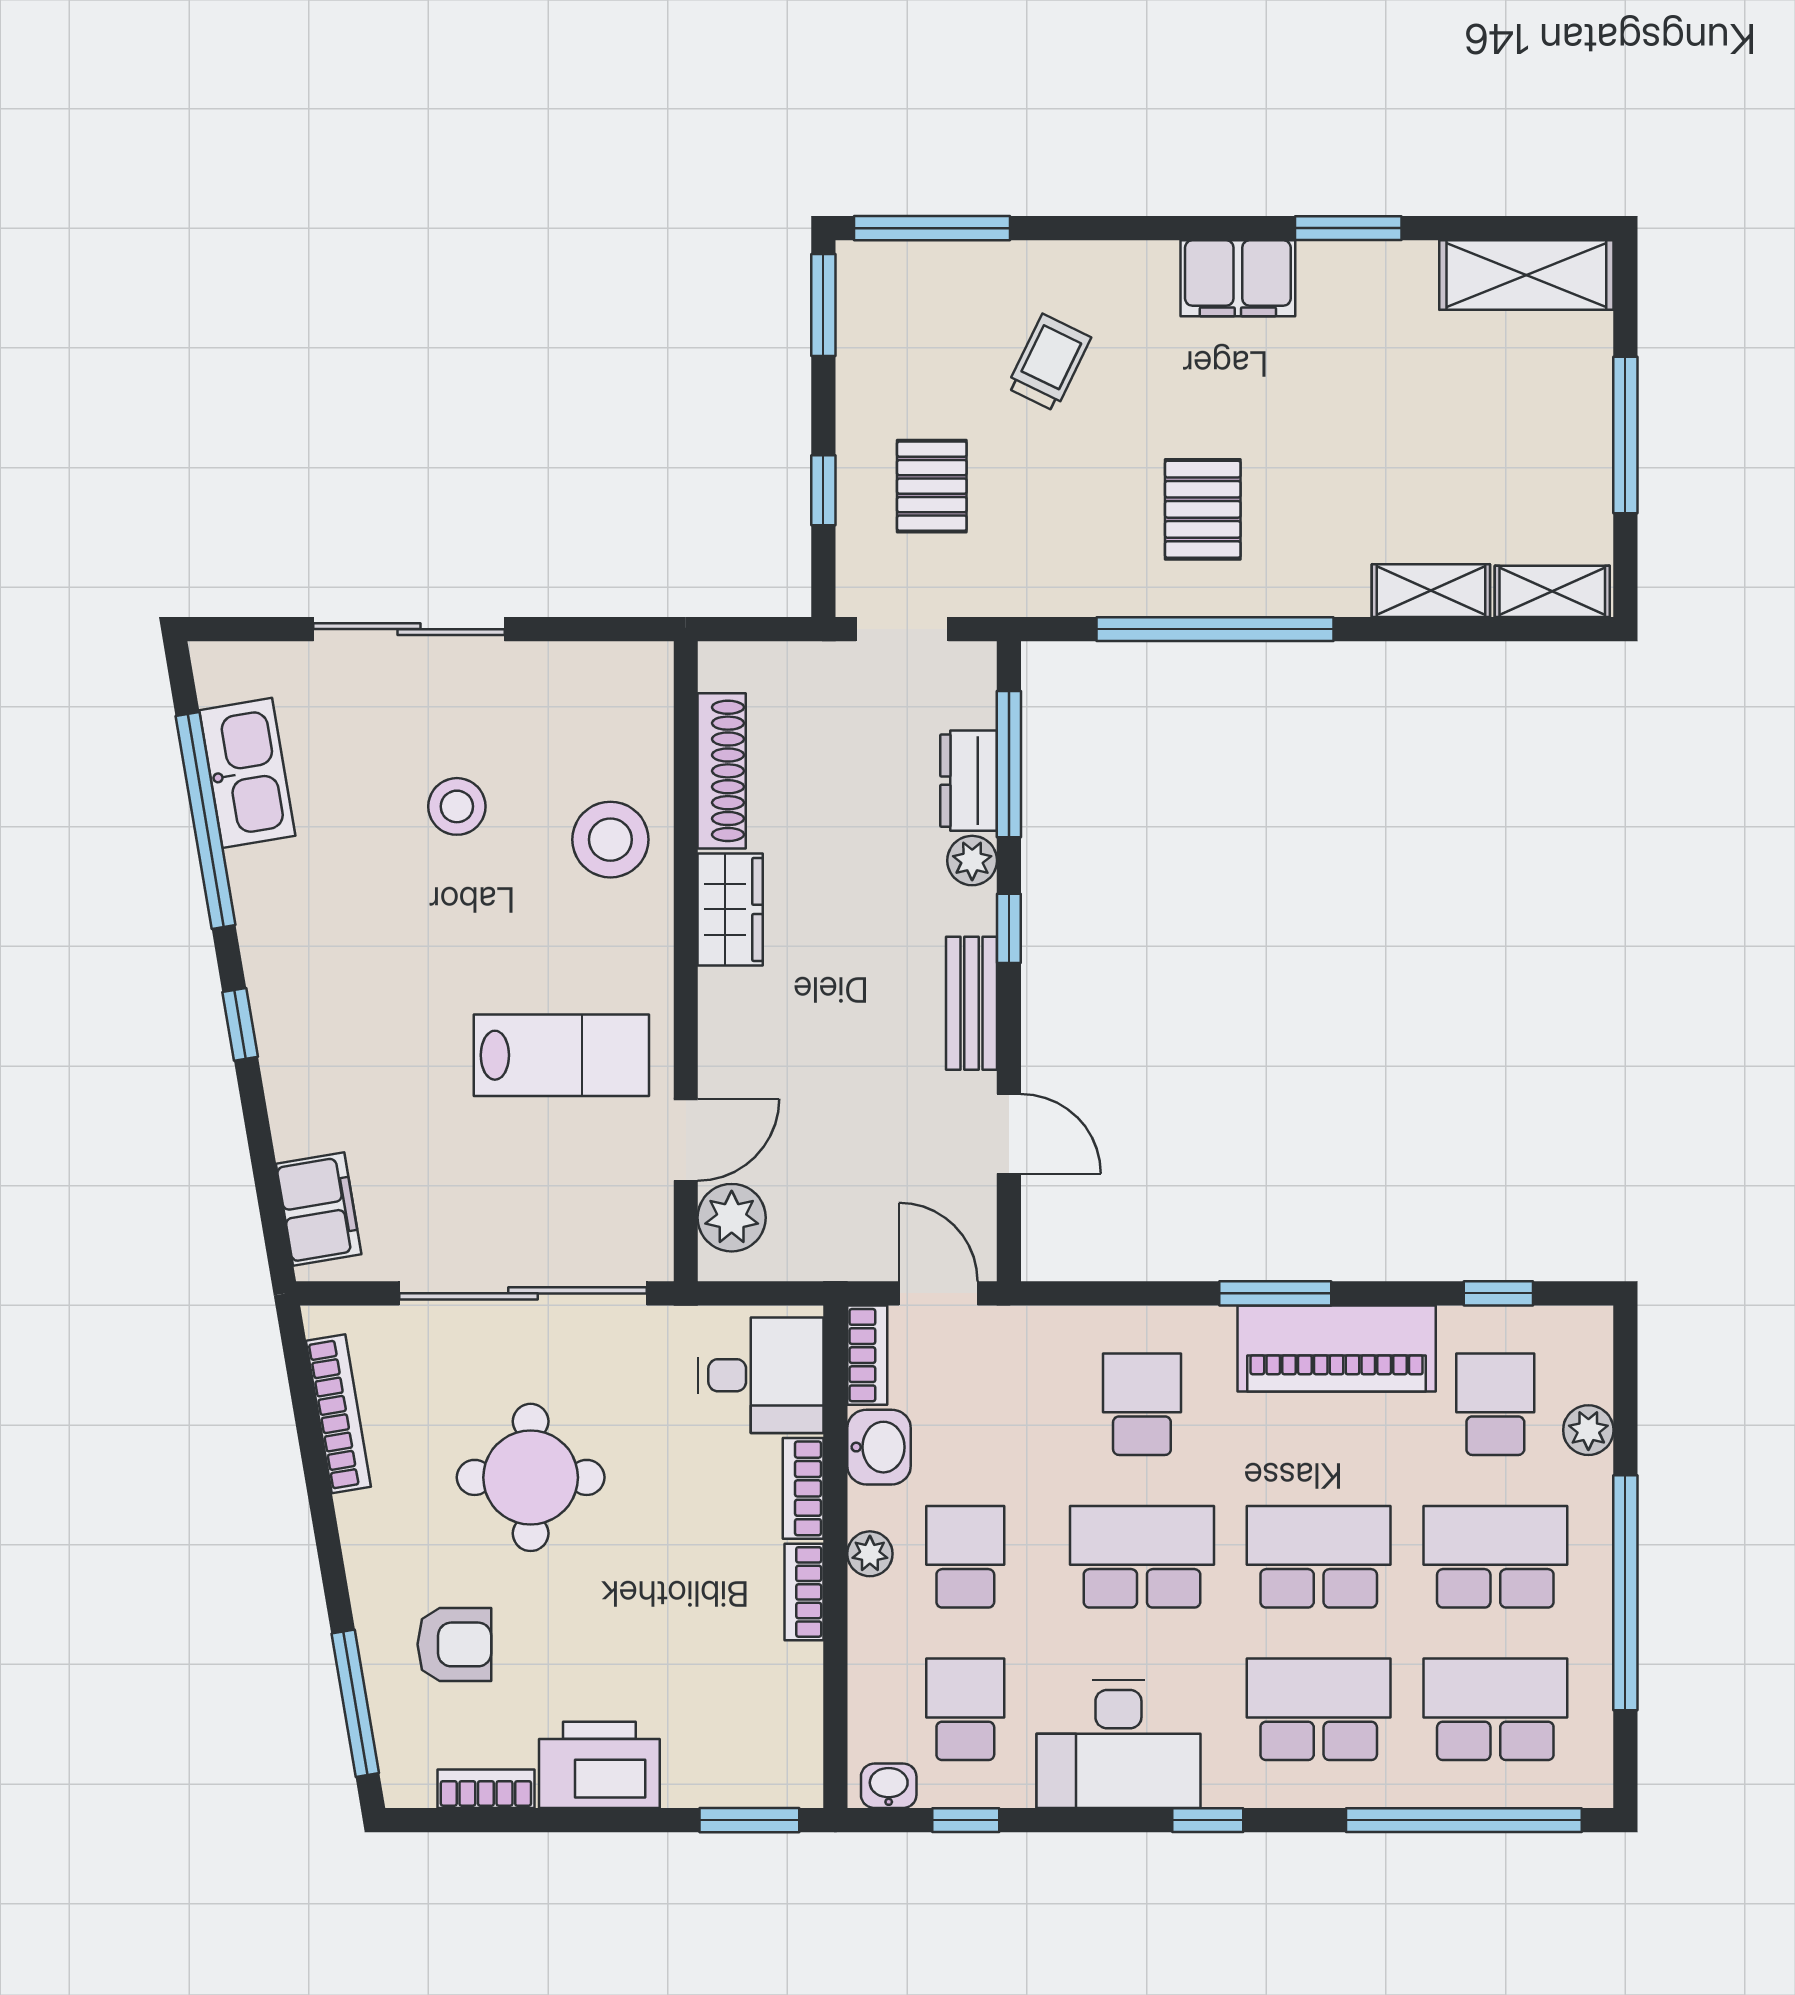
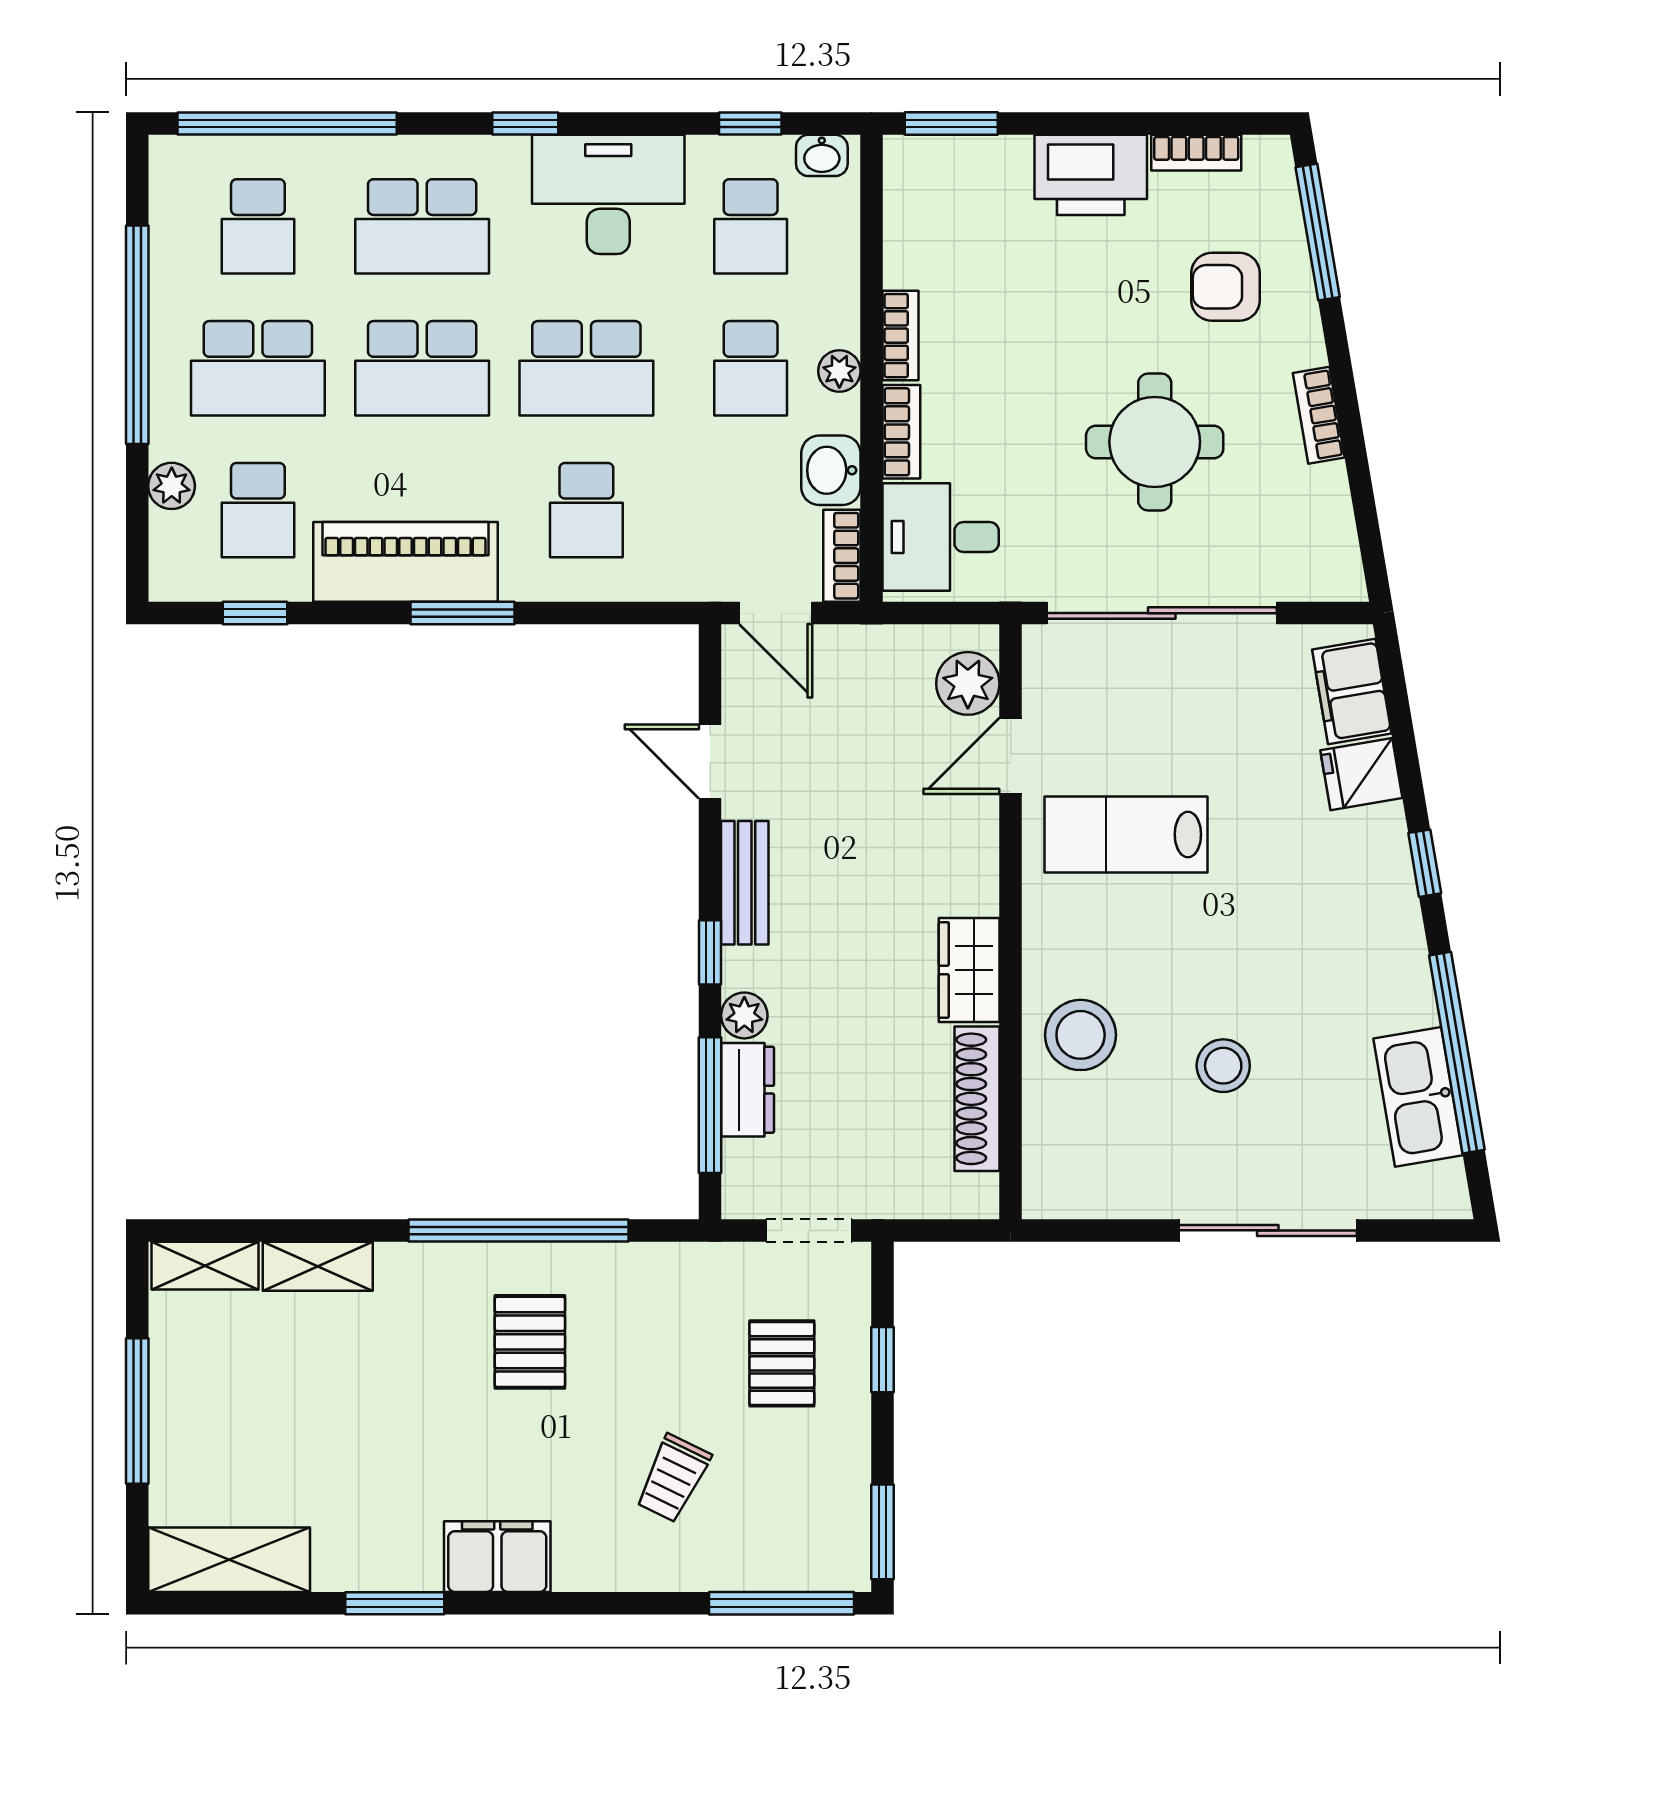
fridge: (308, 1120) -> (1361, 774), added
bookcase: (338, 1414) -> (1319, 415), moved, width x0.64
school desk: (1495, 1709) -> (258, 226), width x0.54

